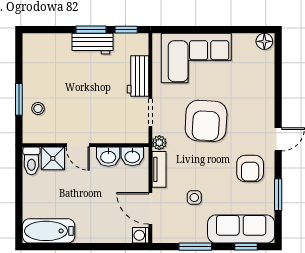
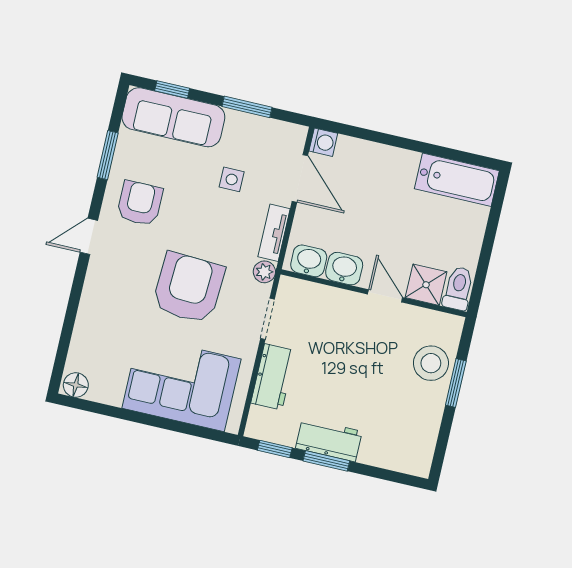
stool: (38, 108) -> (431, 363), width x1.89, depth x1.89

